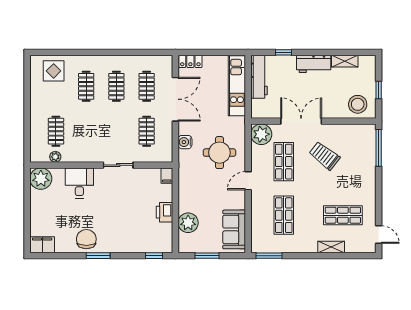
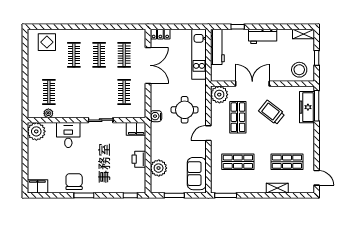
shelving: (345, 61) -> (303, 34), moved
water cooler: (185, 142) -> (156, 116), moved
freezer: (367, 149) -> (307, 107), added
filing cabinet: (167, 176) -> (136, 129), width x2.00
shop shelf: (284, 215) -> (238, 162), turned 90

